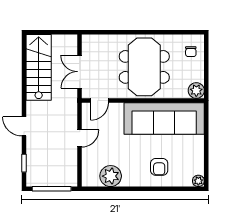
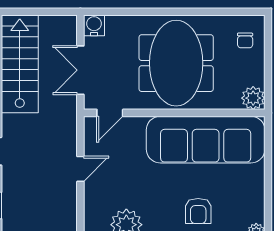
water cooler: (89, 41) -> (94, 25), added

